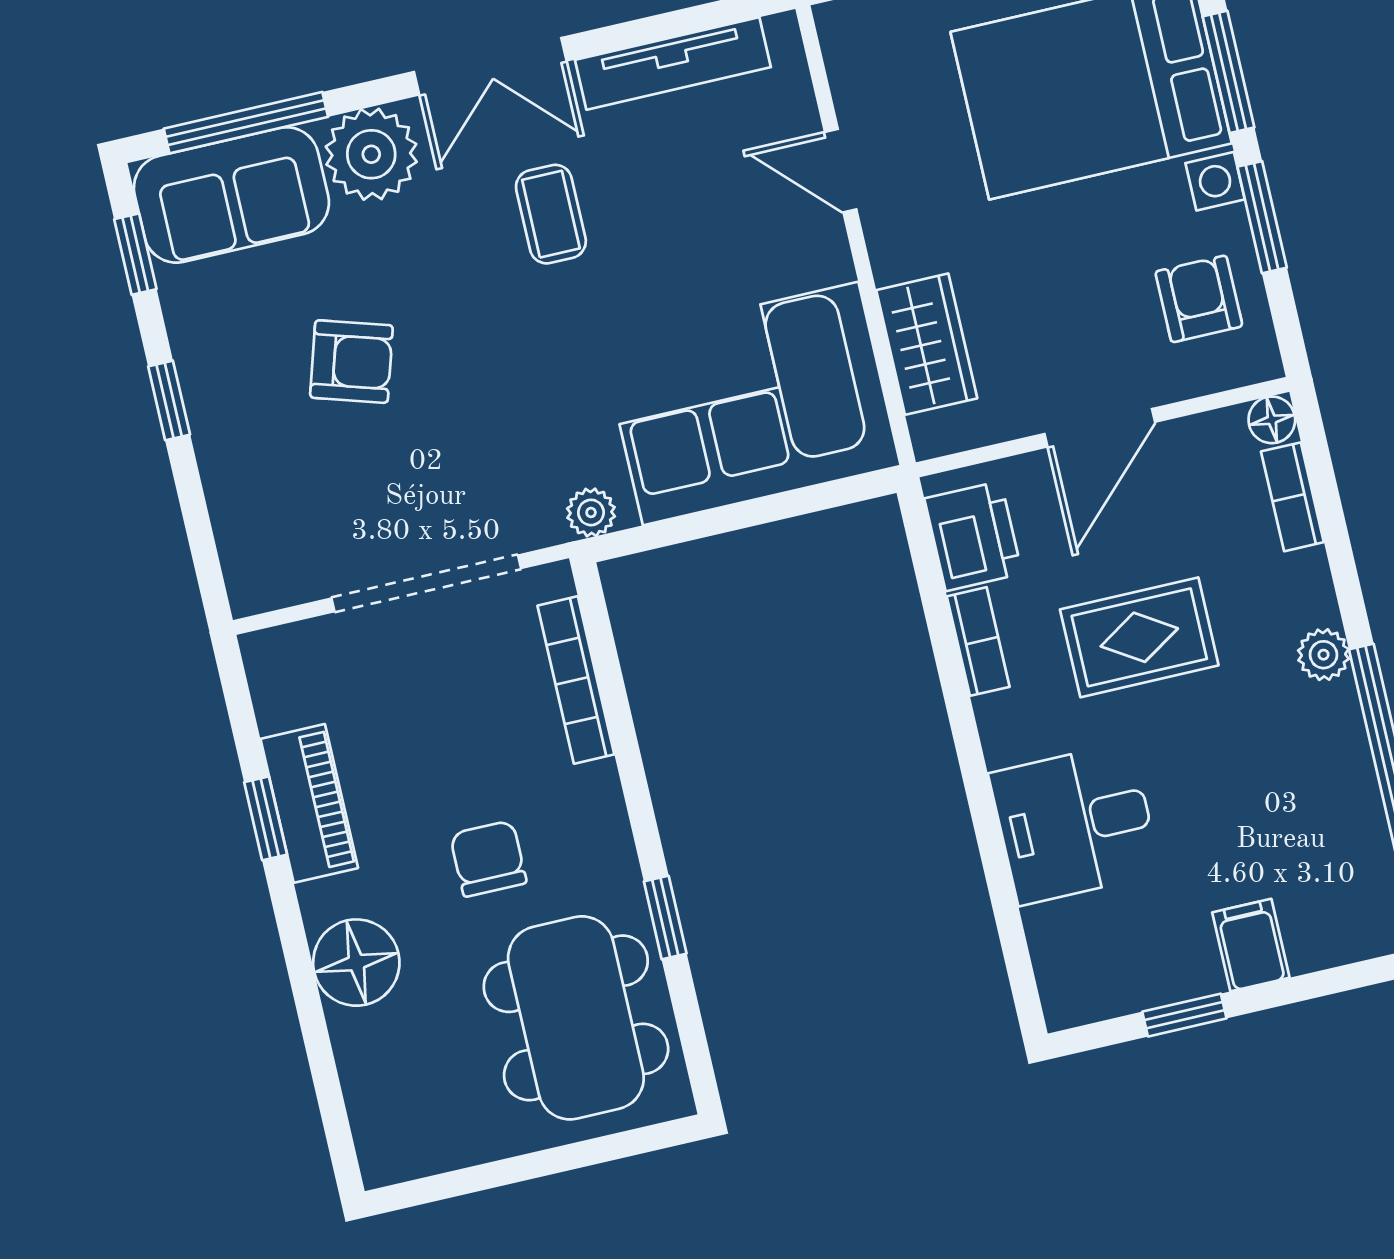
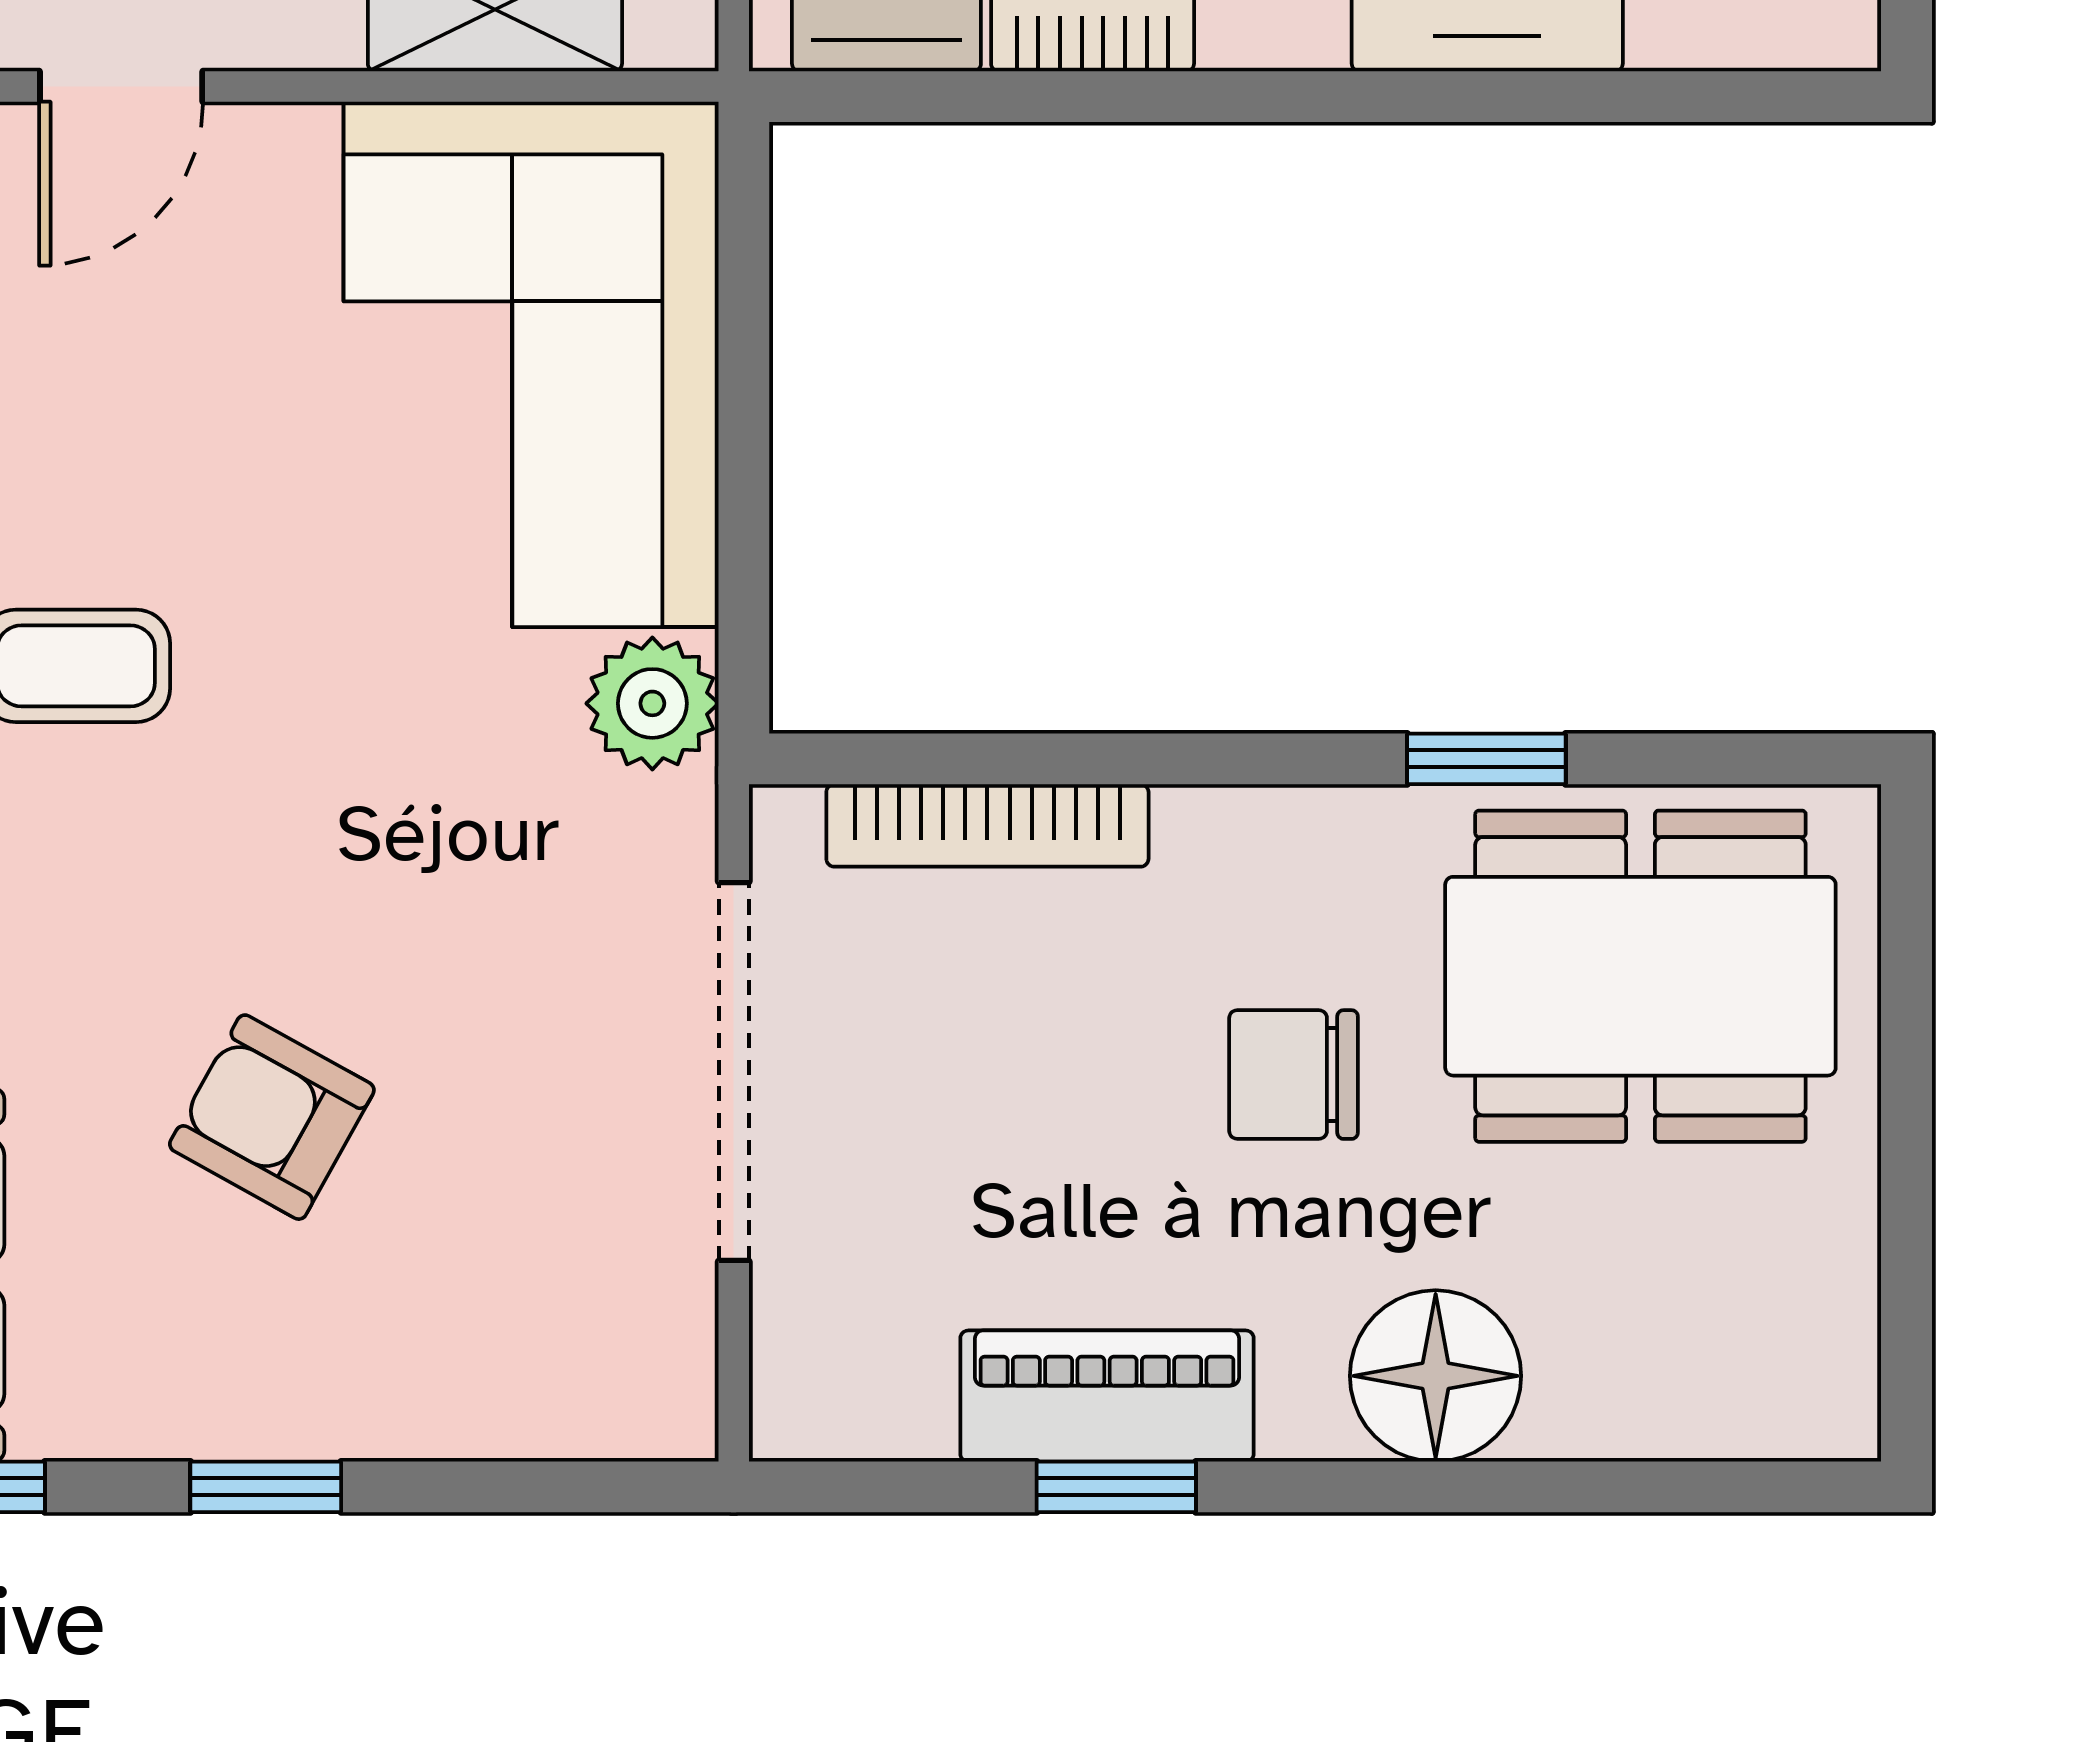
armchair: (351, 362) -> (272, 1117), turned -78
plant: (591, 512) -> (652, 703), width x1.38, depth x1.38

